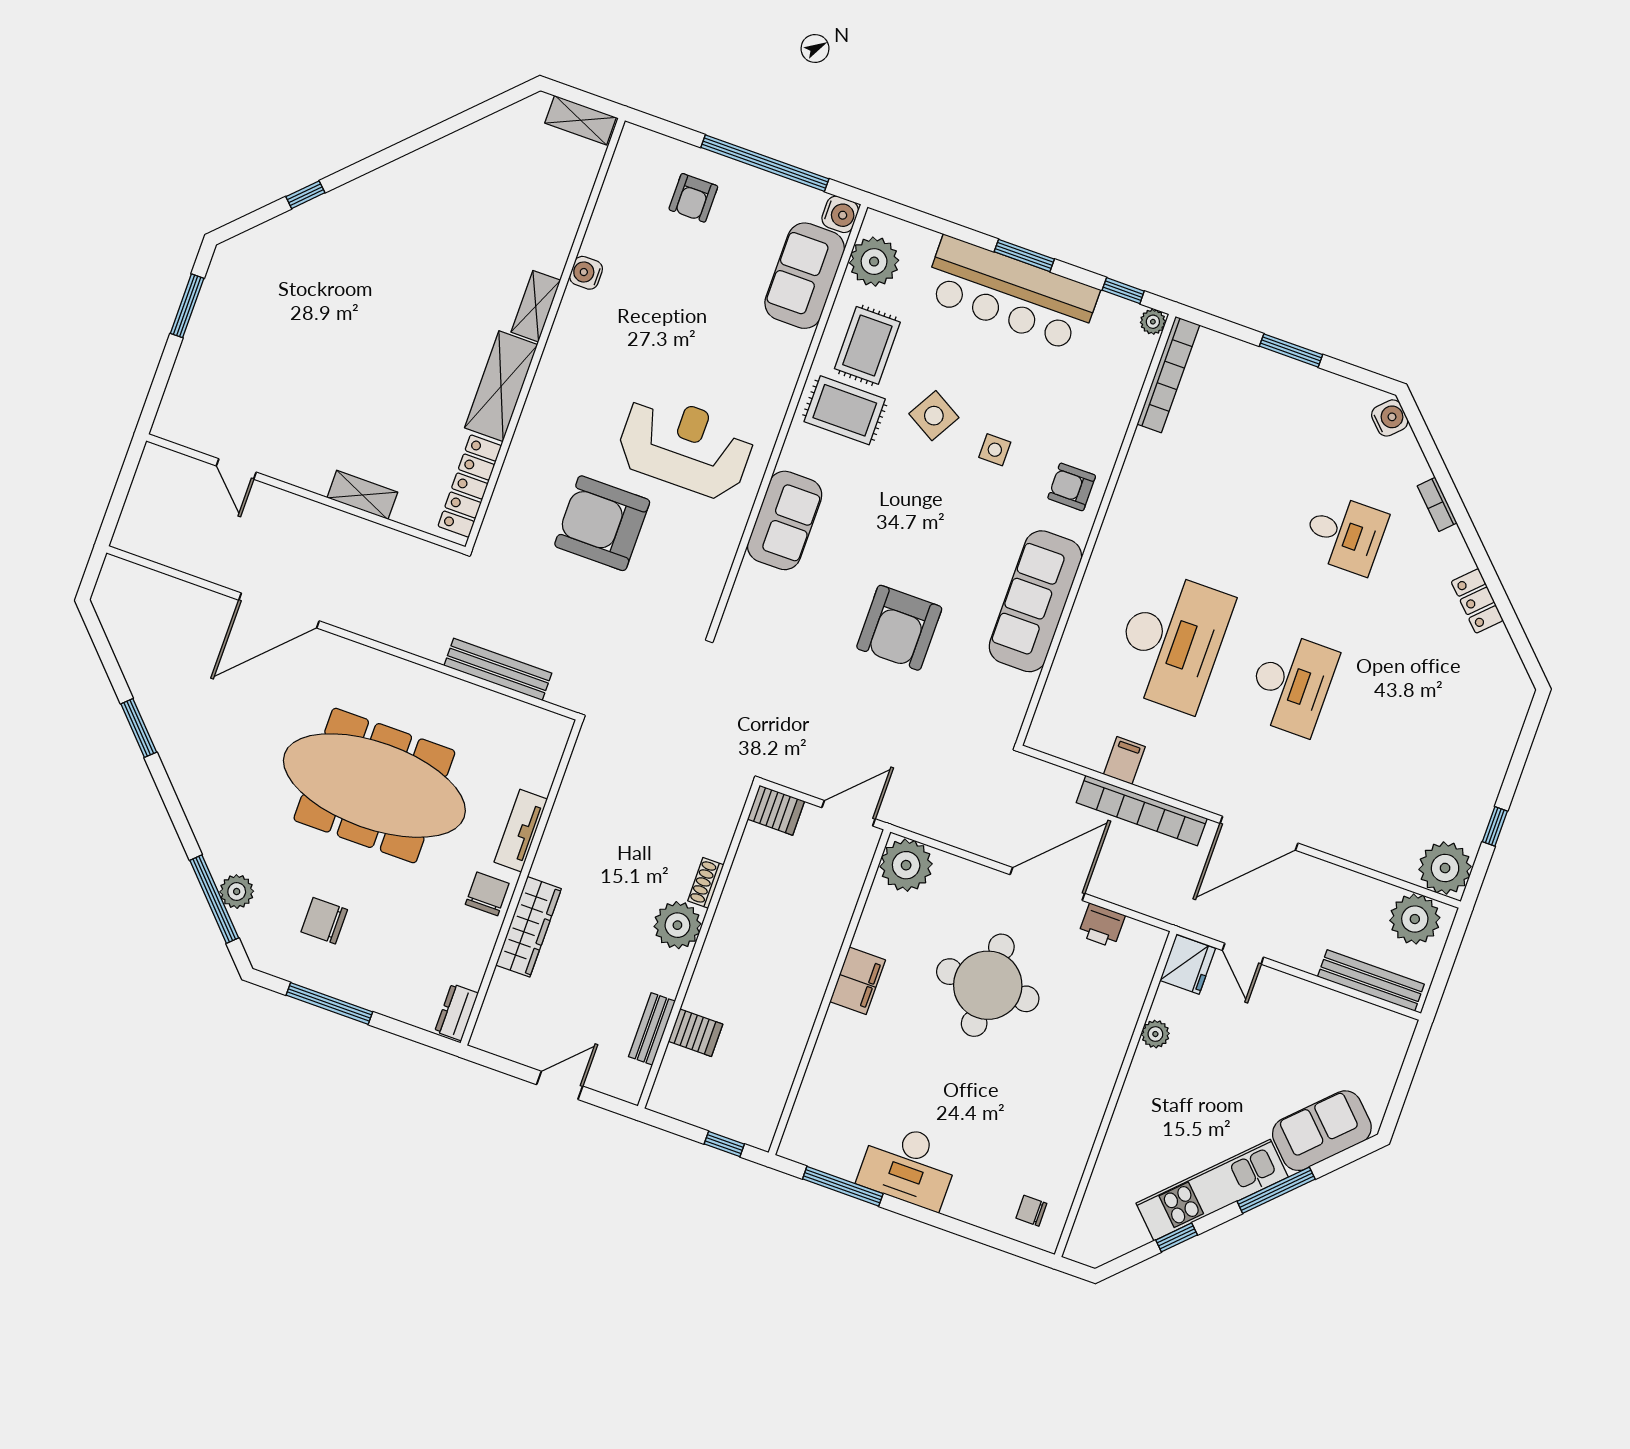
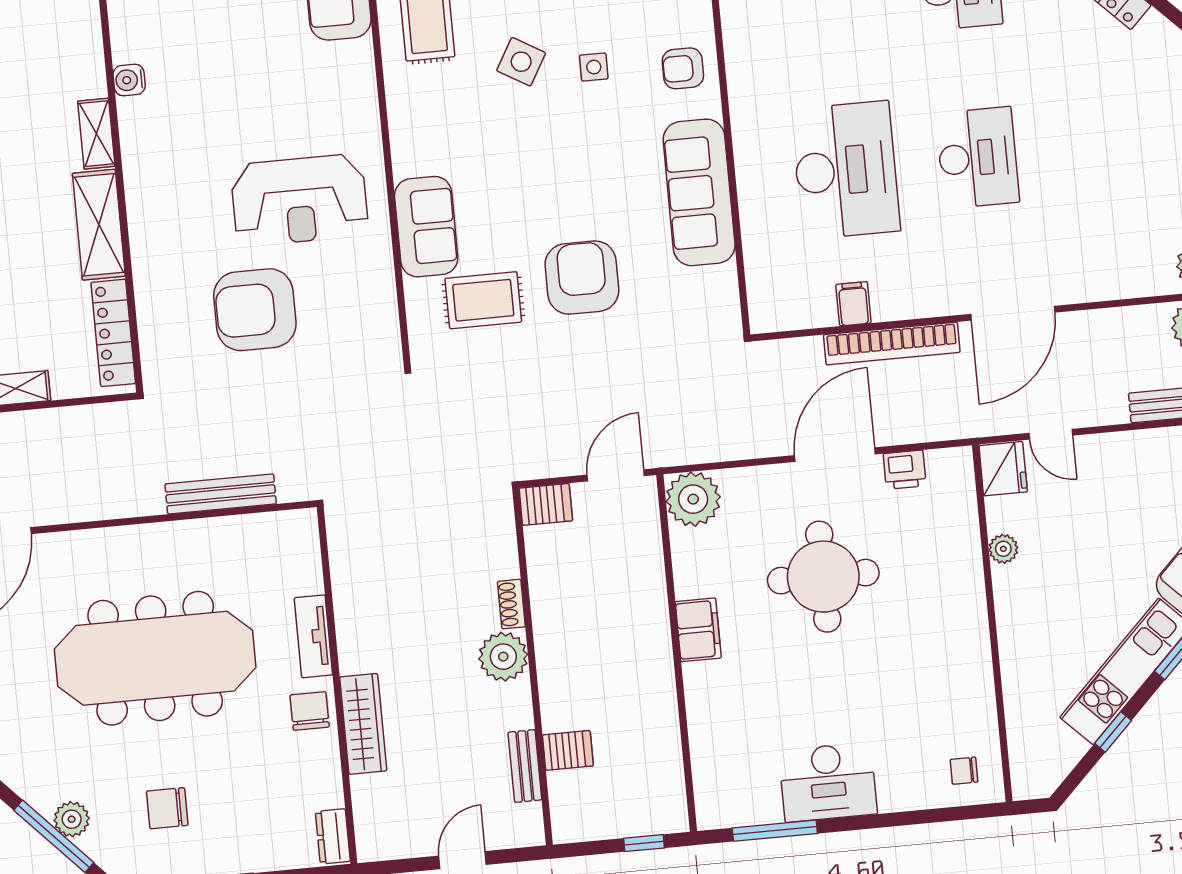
rug: (845, 410) -> (483, 300), moved
reception desk: (685, 446) -> (299, 200), turned 180
armchair: (899, 628) -> (582, 278), turned 180

